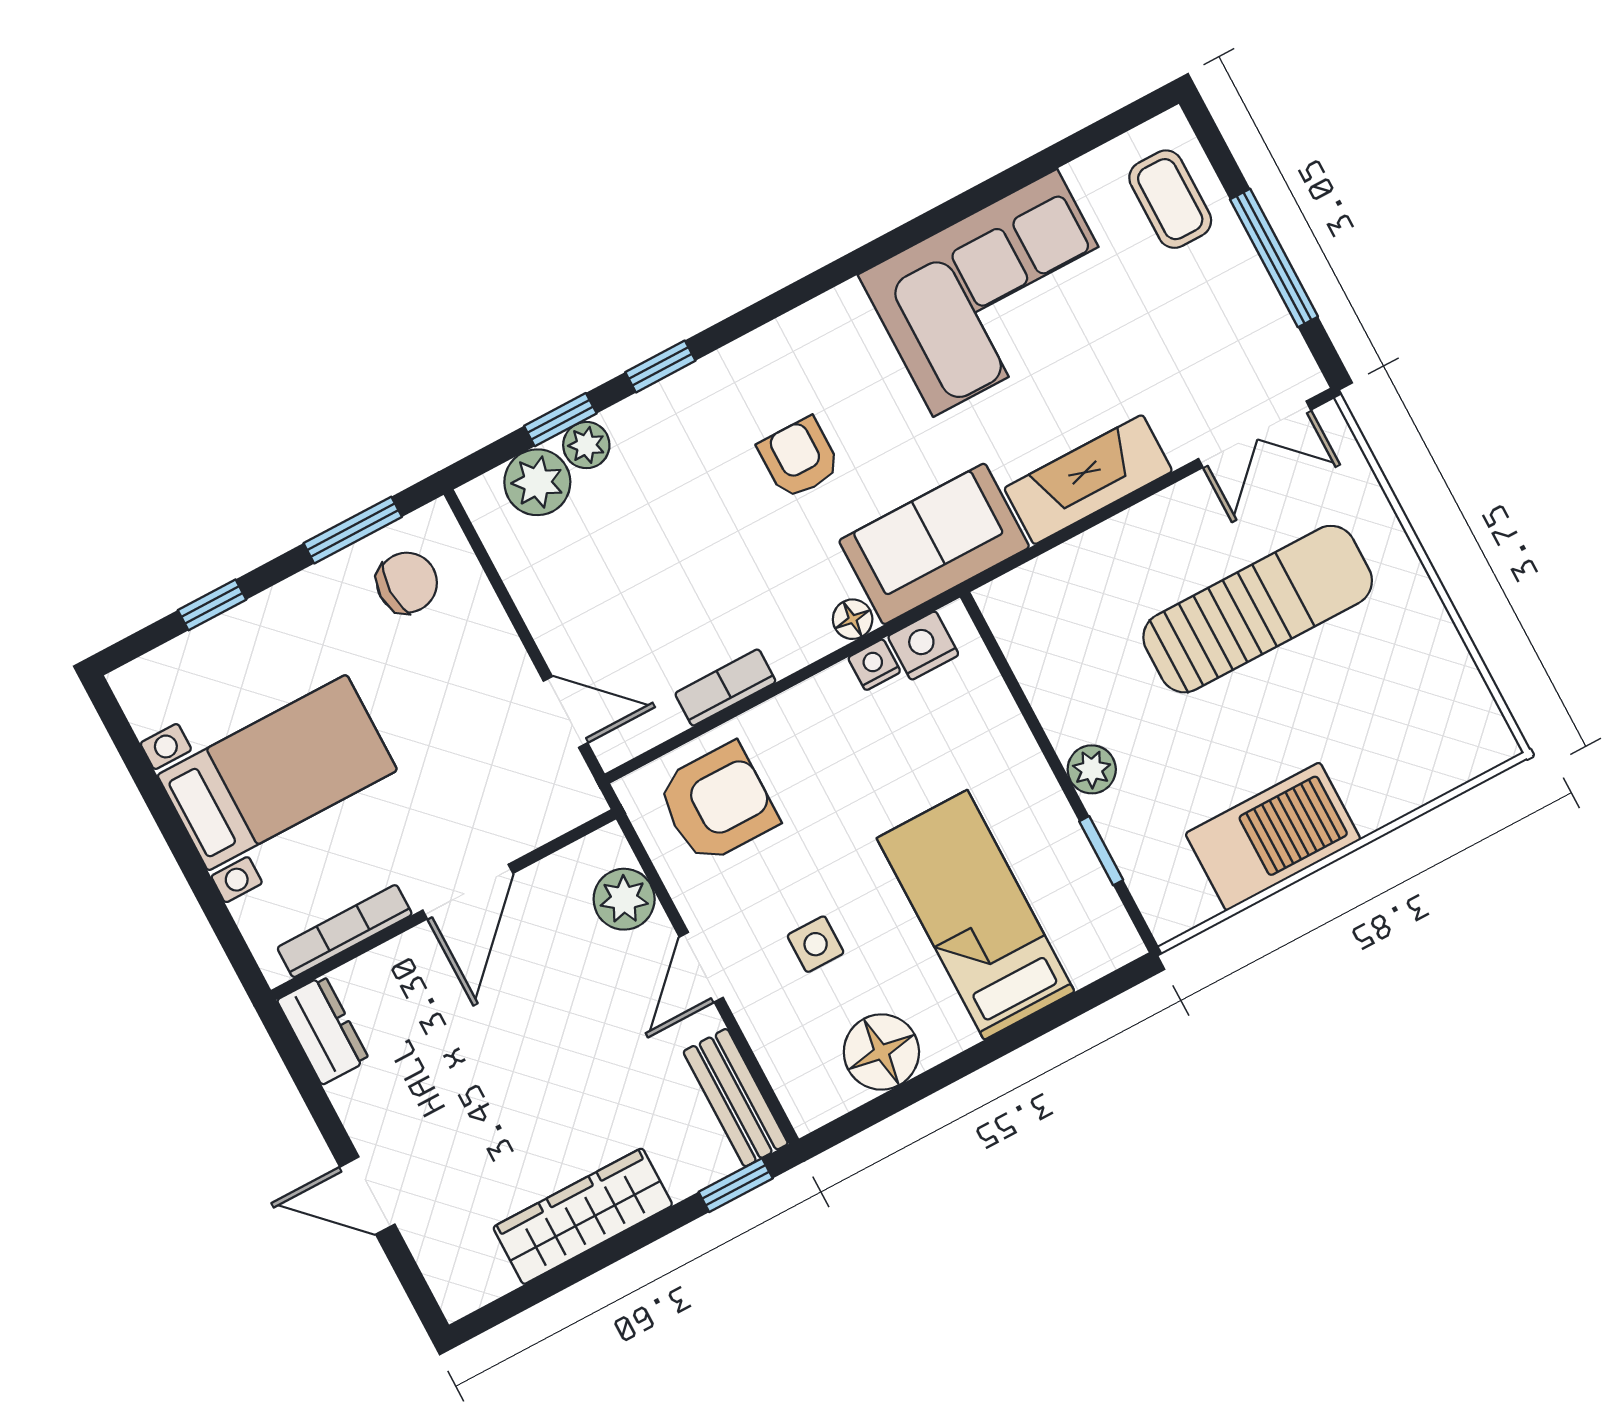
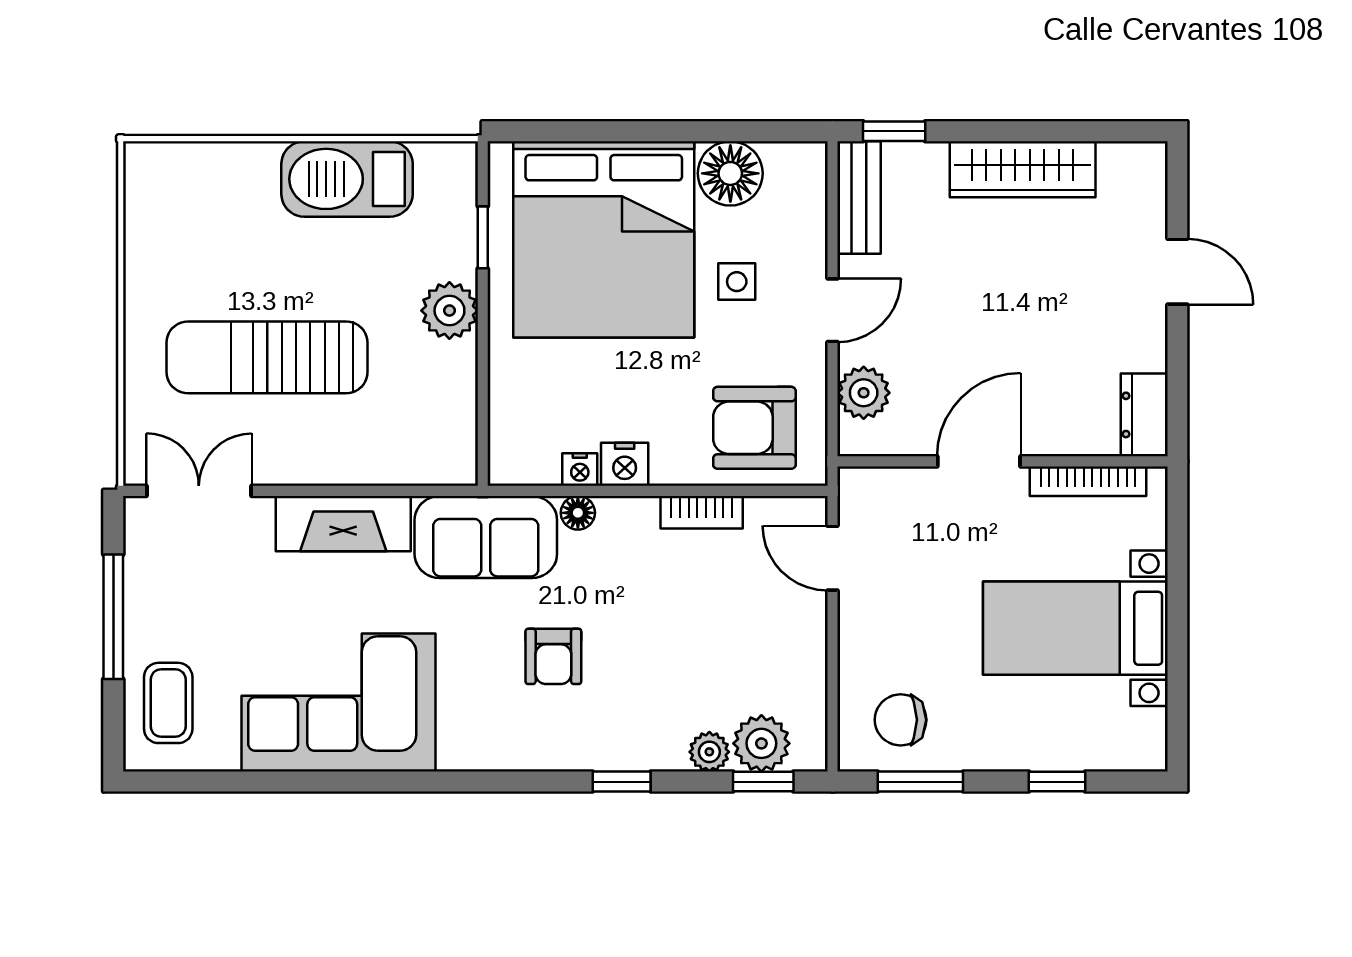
window: (560, 420) -> (763, 782), moved
nightstand: (923, 646) -> (625, 464), moved
plant: (1092, 769) -> (449, 311), width x1.38, depth x1.38
bed: (976, 915) -> (604, 239), width x2.04

